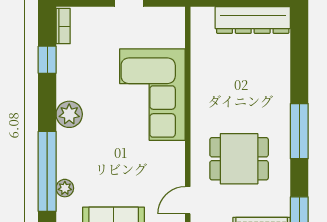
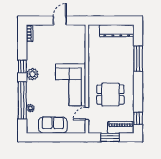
window: (47, 60) -> (22, 66), moved
corner sofa: (152, 95) -> (71, 85), moved
window: (299, 131) -> (138, 59), moved

